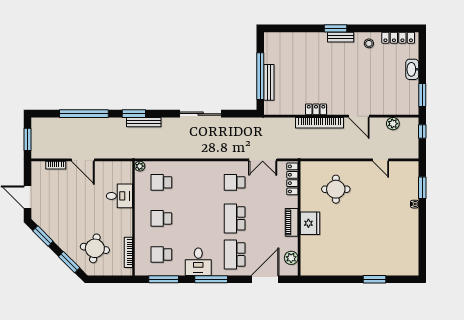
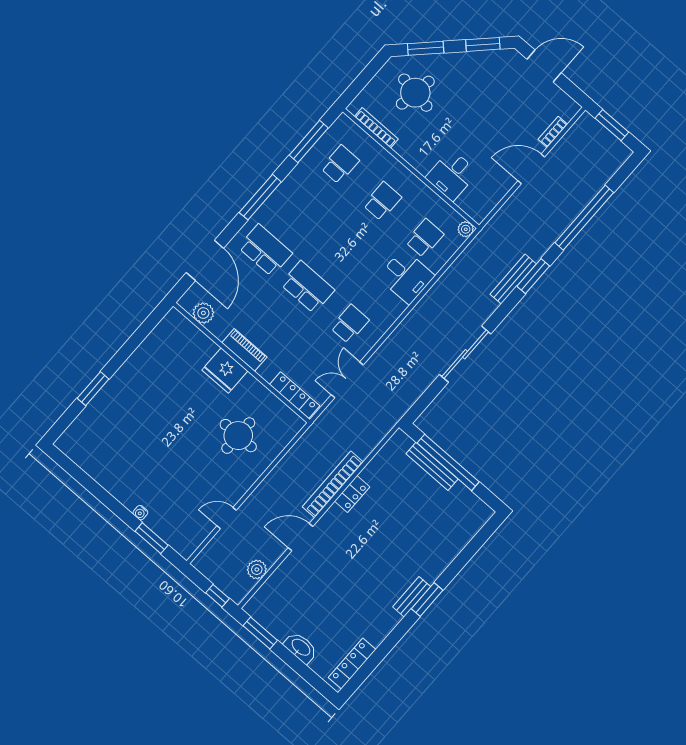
stool: (369, 43) -> (375, 623), removed
desk: (198, 262) -> (406, 276), moved, turned 180

